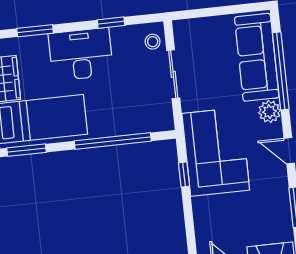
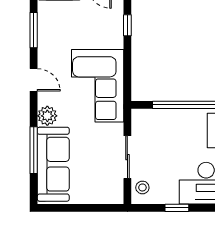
window: (281, 71) -> (34, 150), width x0.68
window: (184, 174) -> (127, 25), moved

